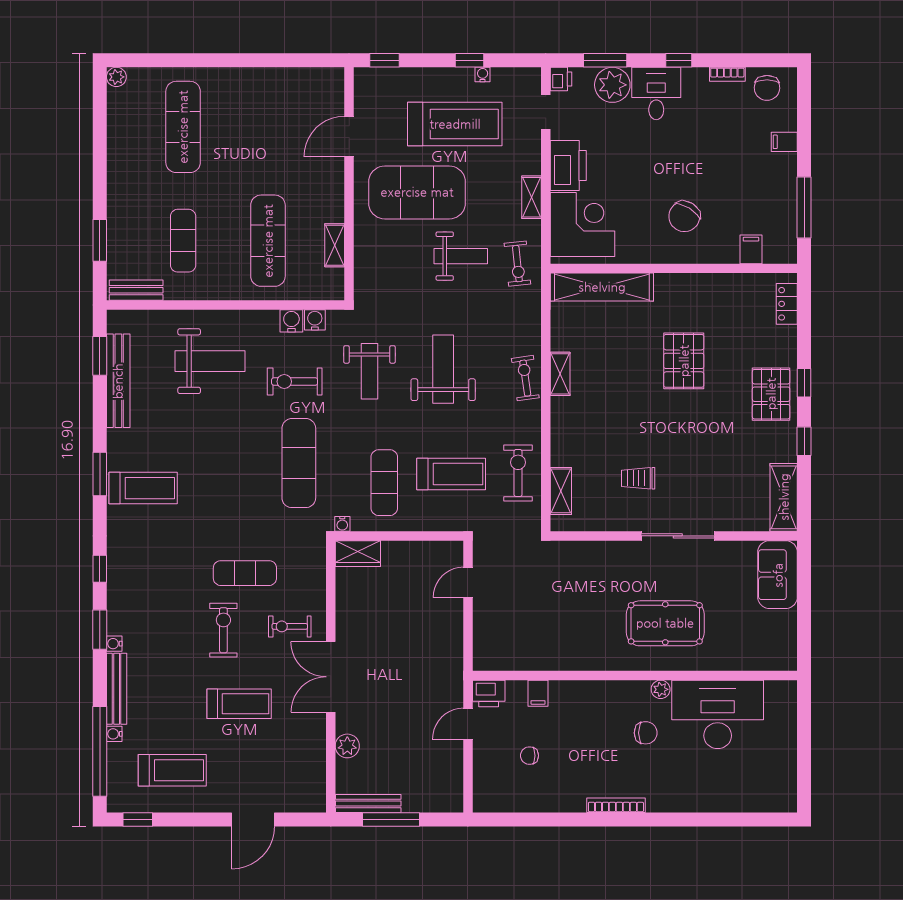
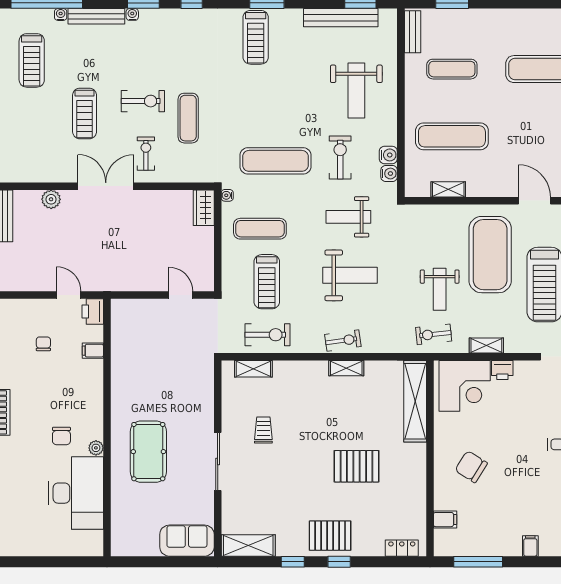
printer: (568, 165) -> (502, 370), width x0.53, depth x0.68

